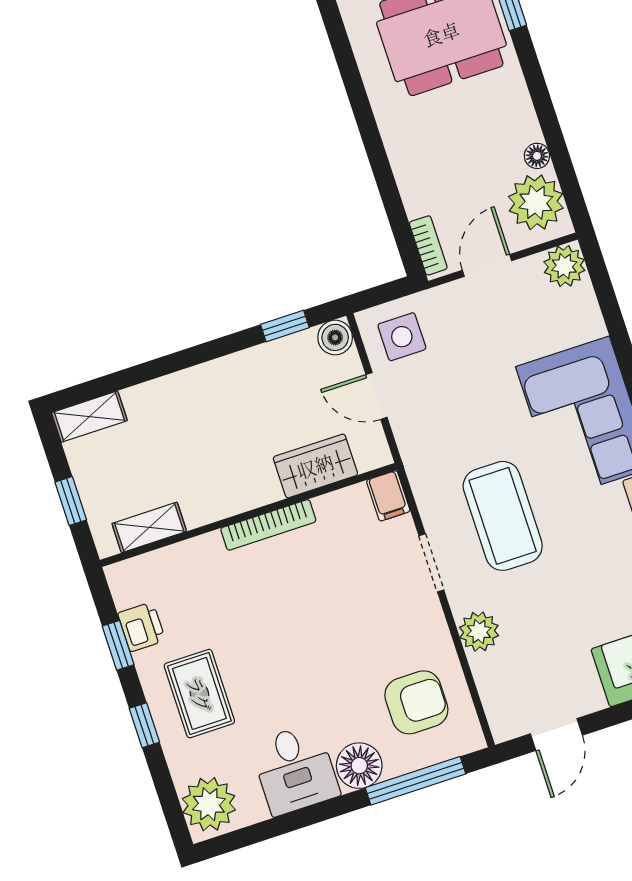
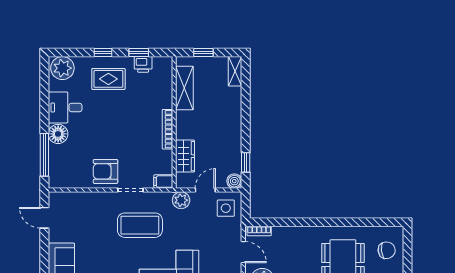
shelving: (149, 527) -> (184, 88), width x1.50, depth x1.33
plant: (479, 632) -> (181, 200), moved
armchair: (416, 702) -> (105, 171), moved, turned 90

